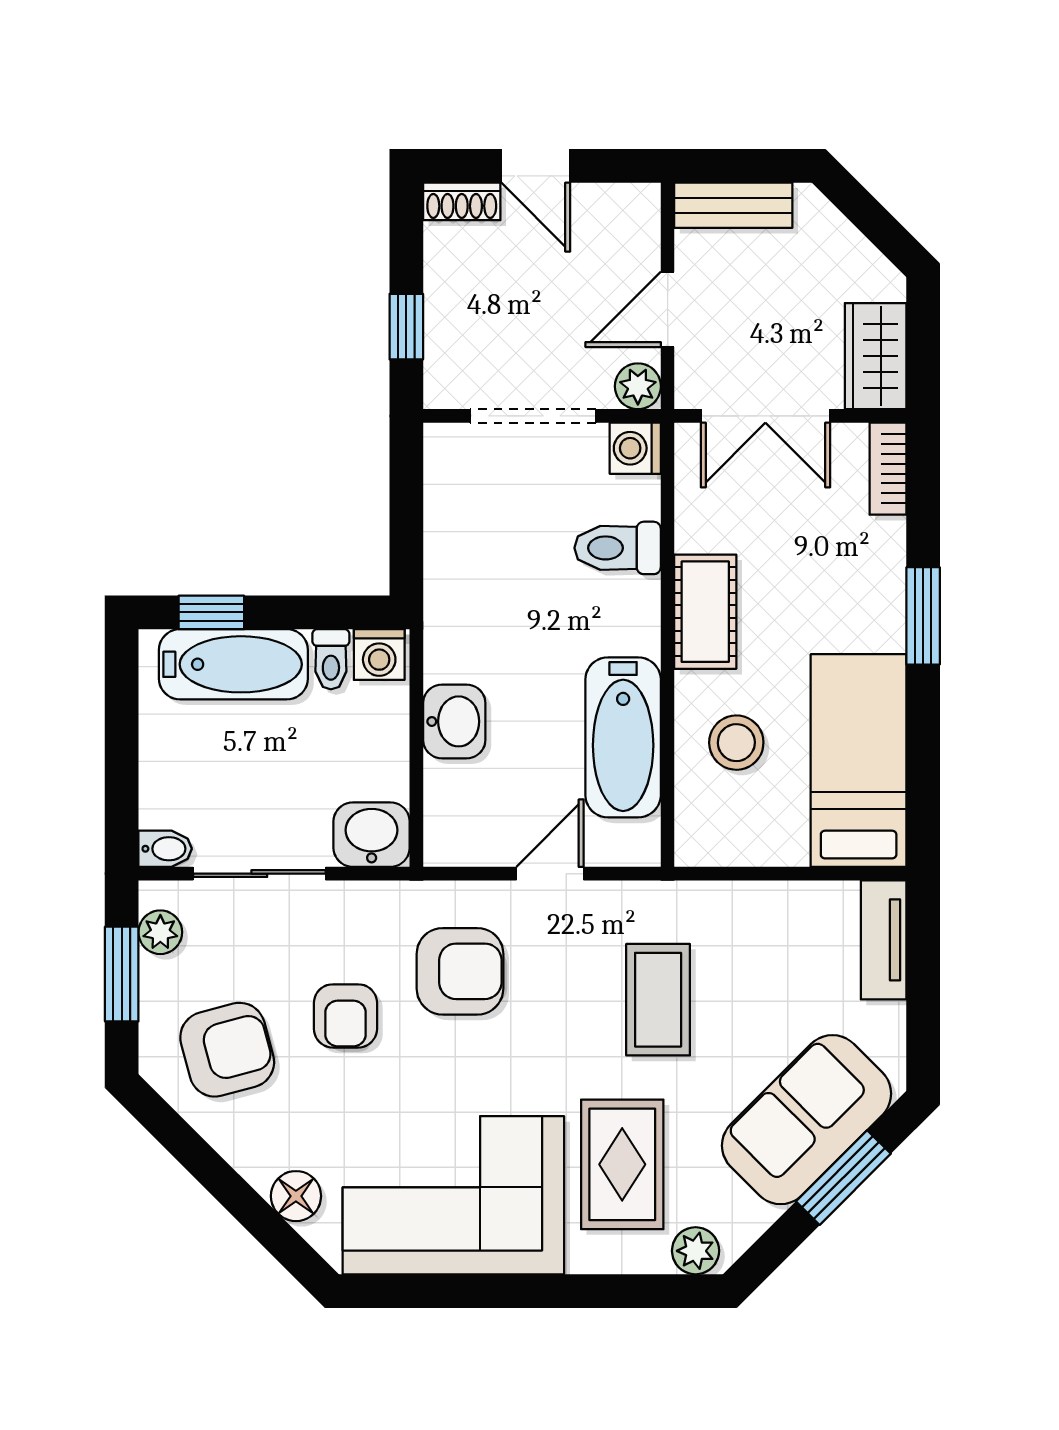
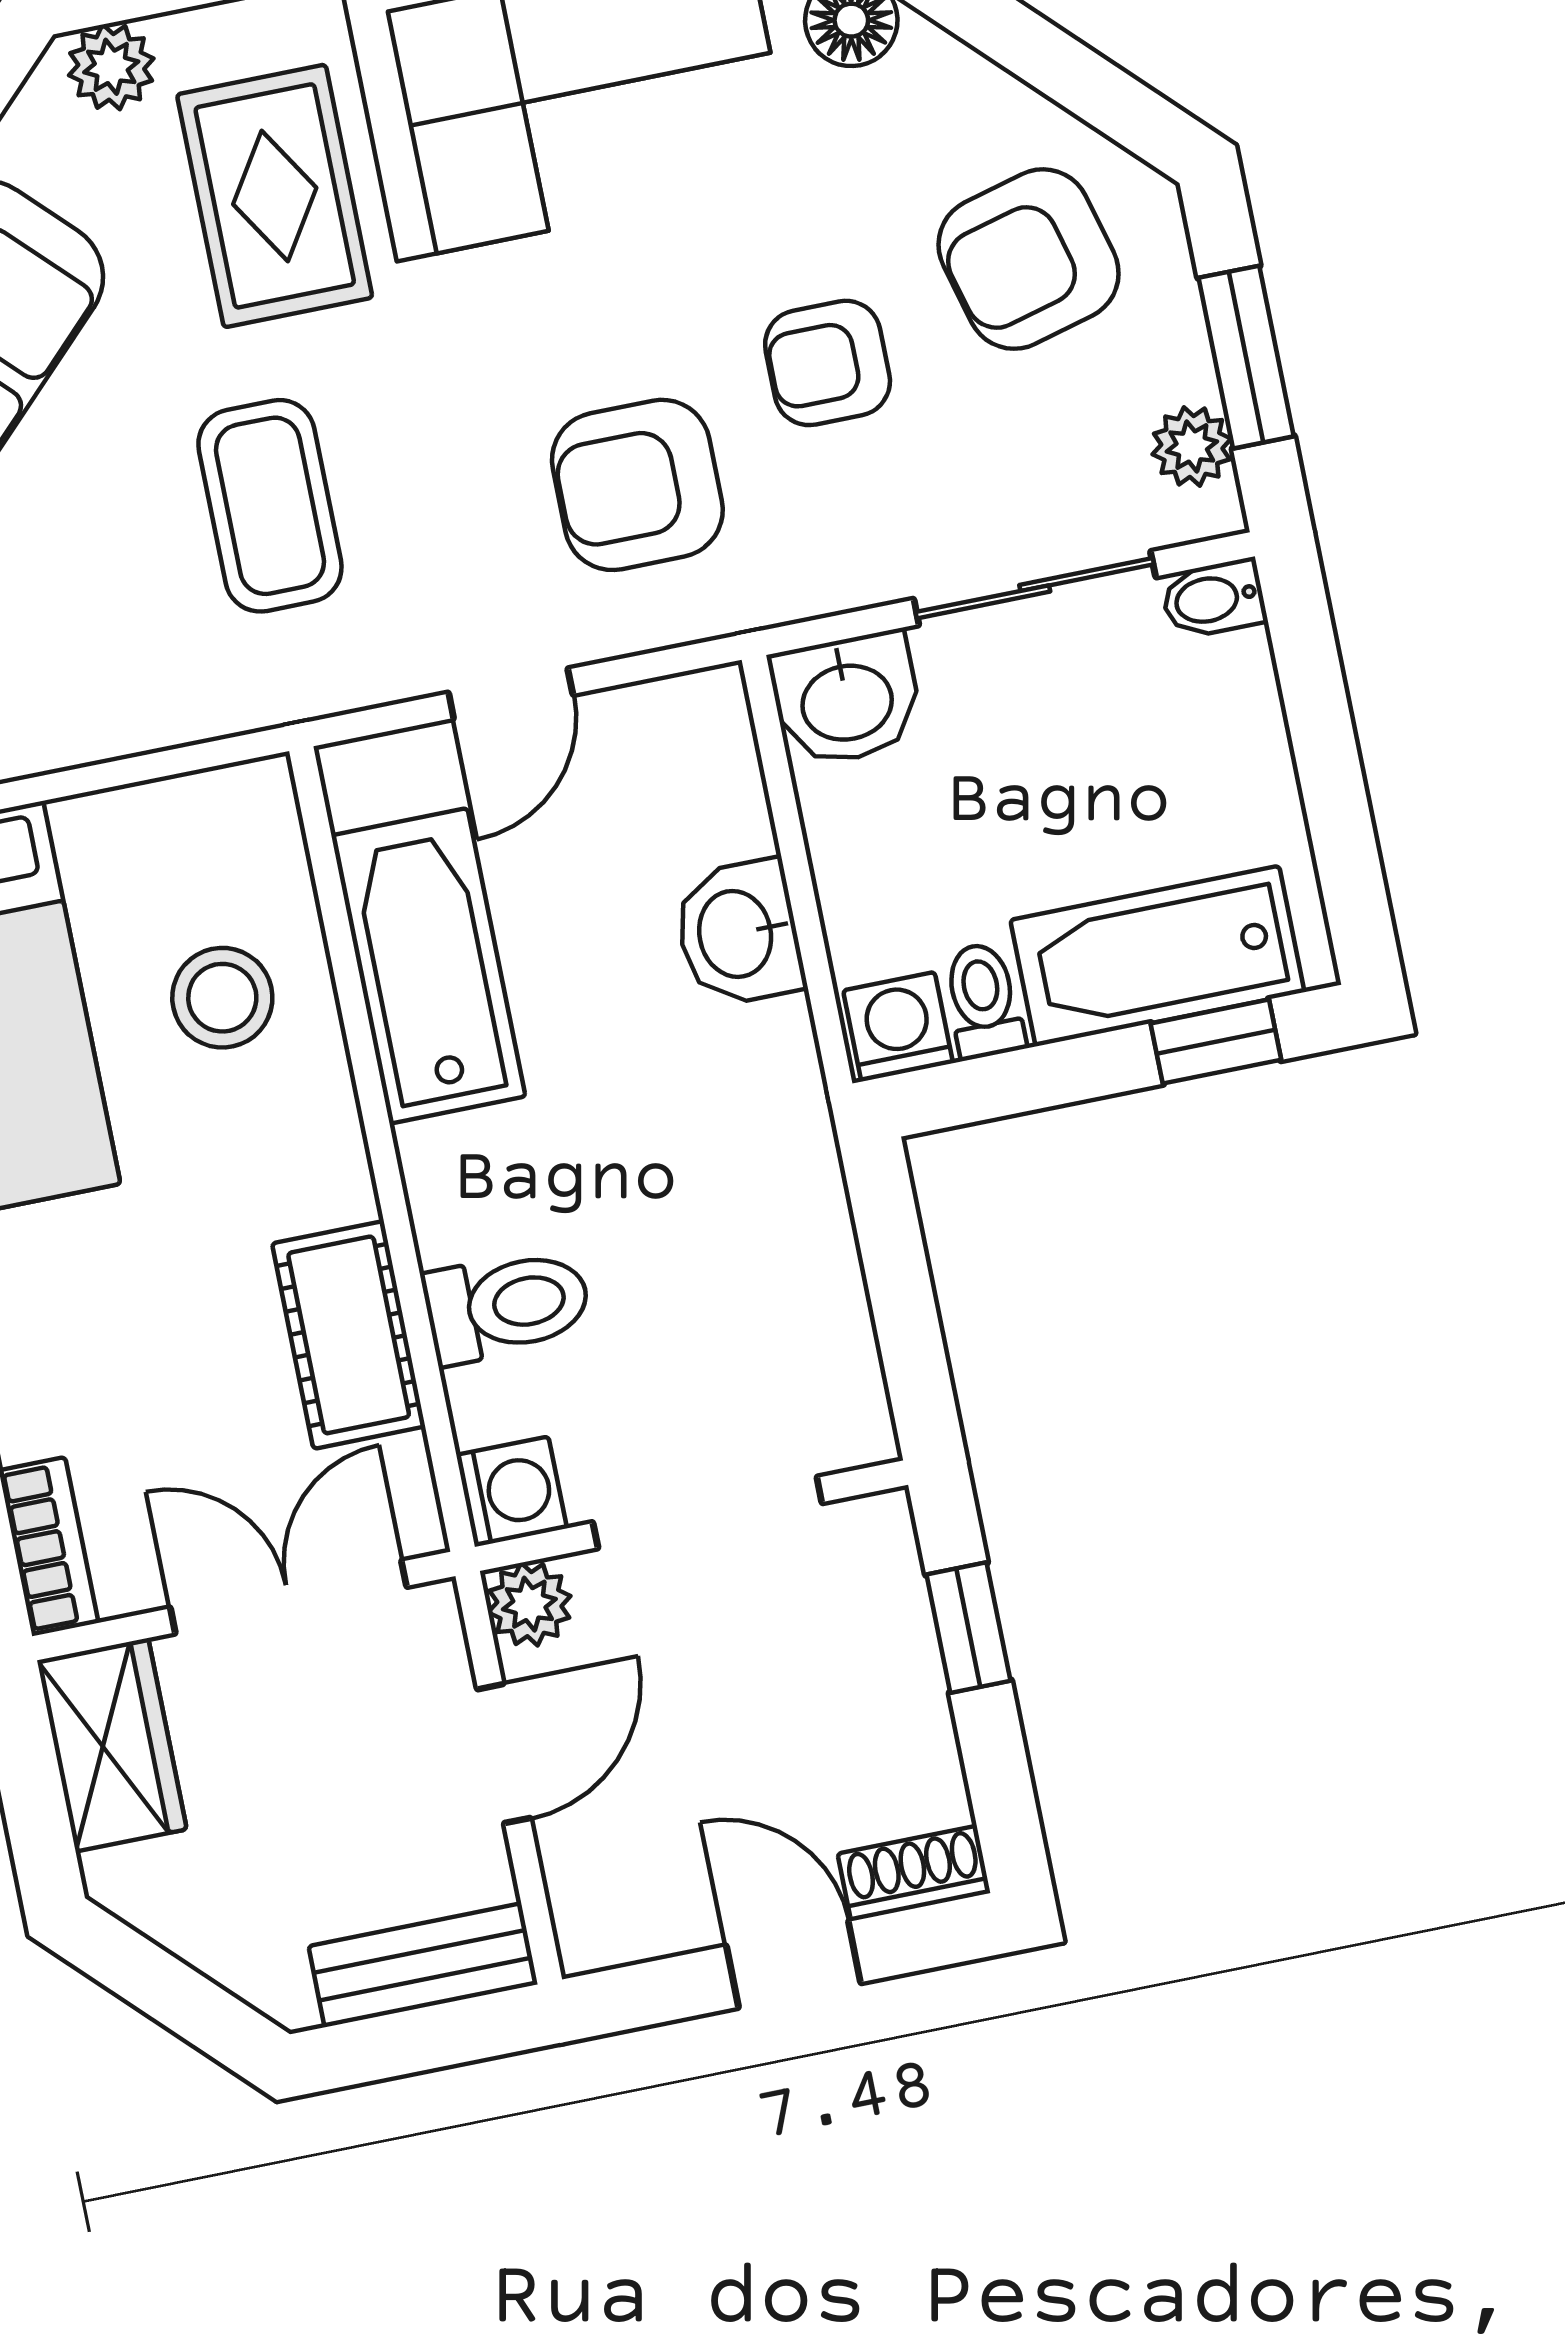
cot: (705, 612) -> (349, 1335), moved
armchair: (345, 1016) -> (828, 363), turned -90

